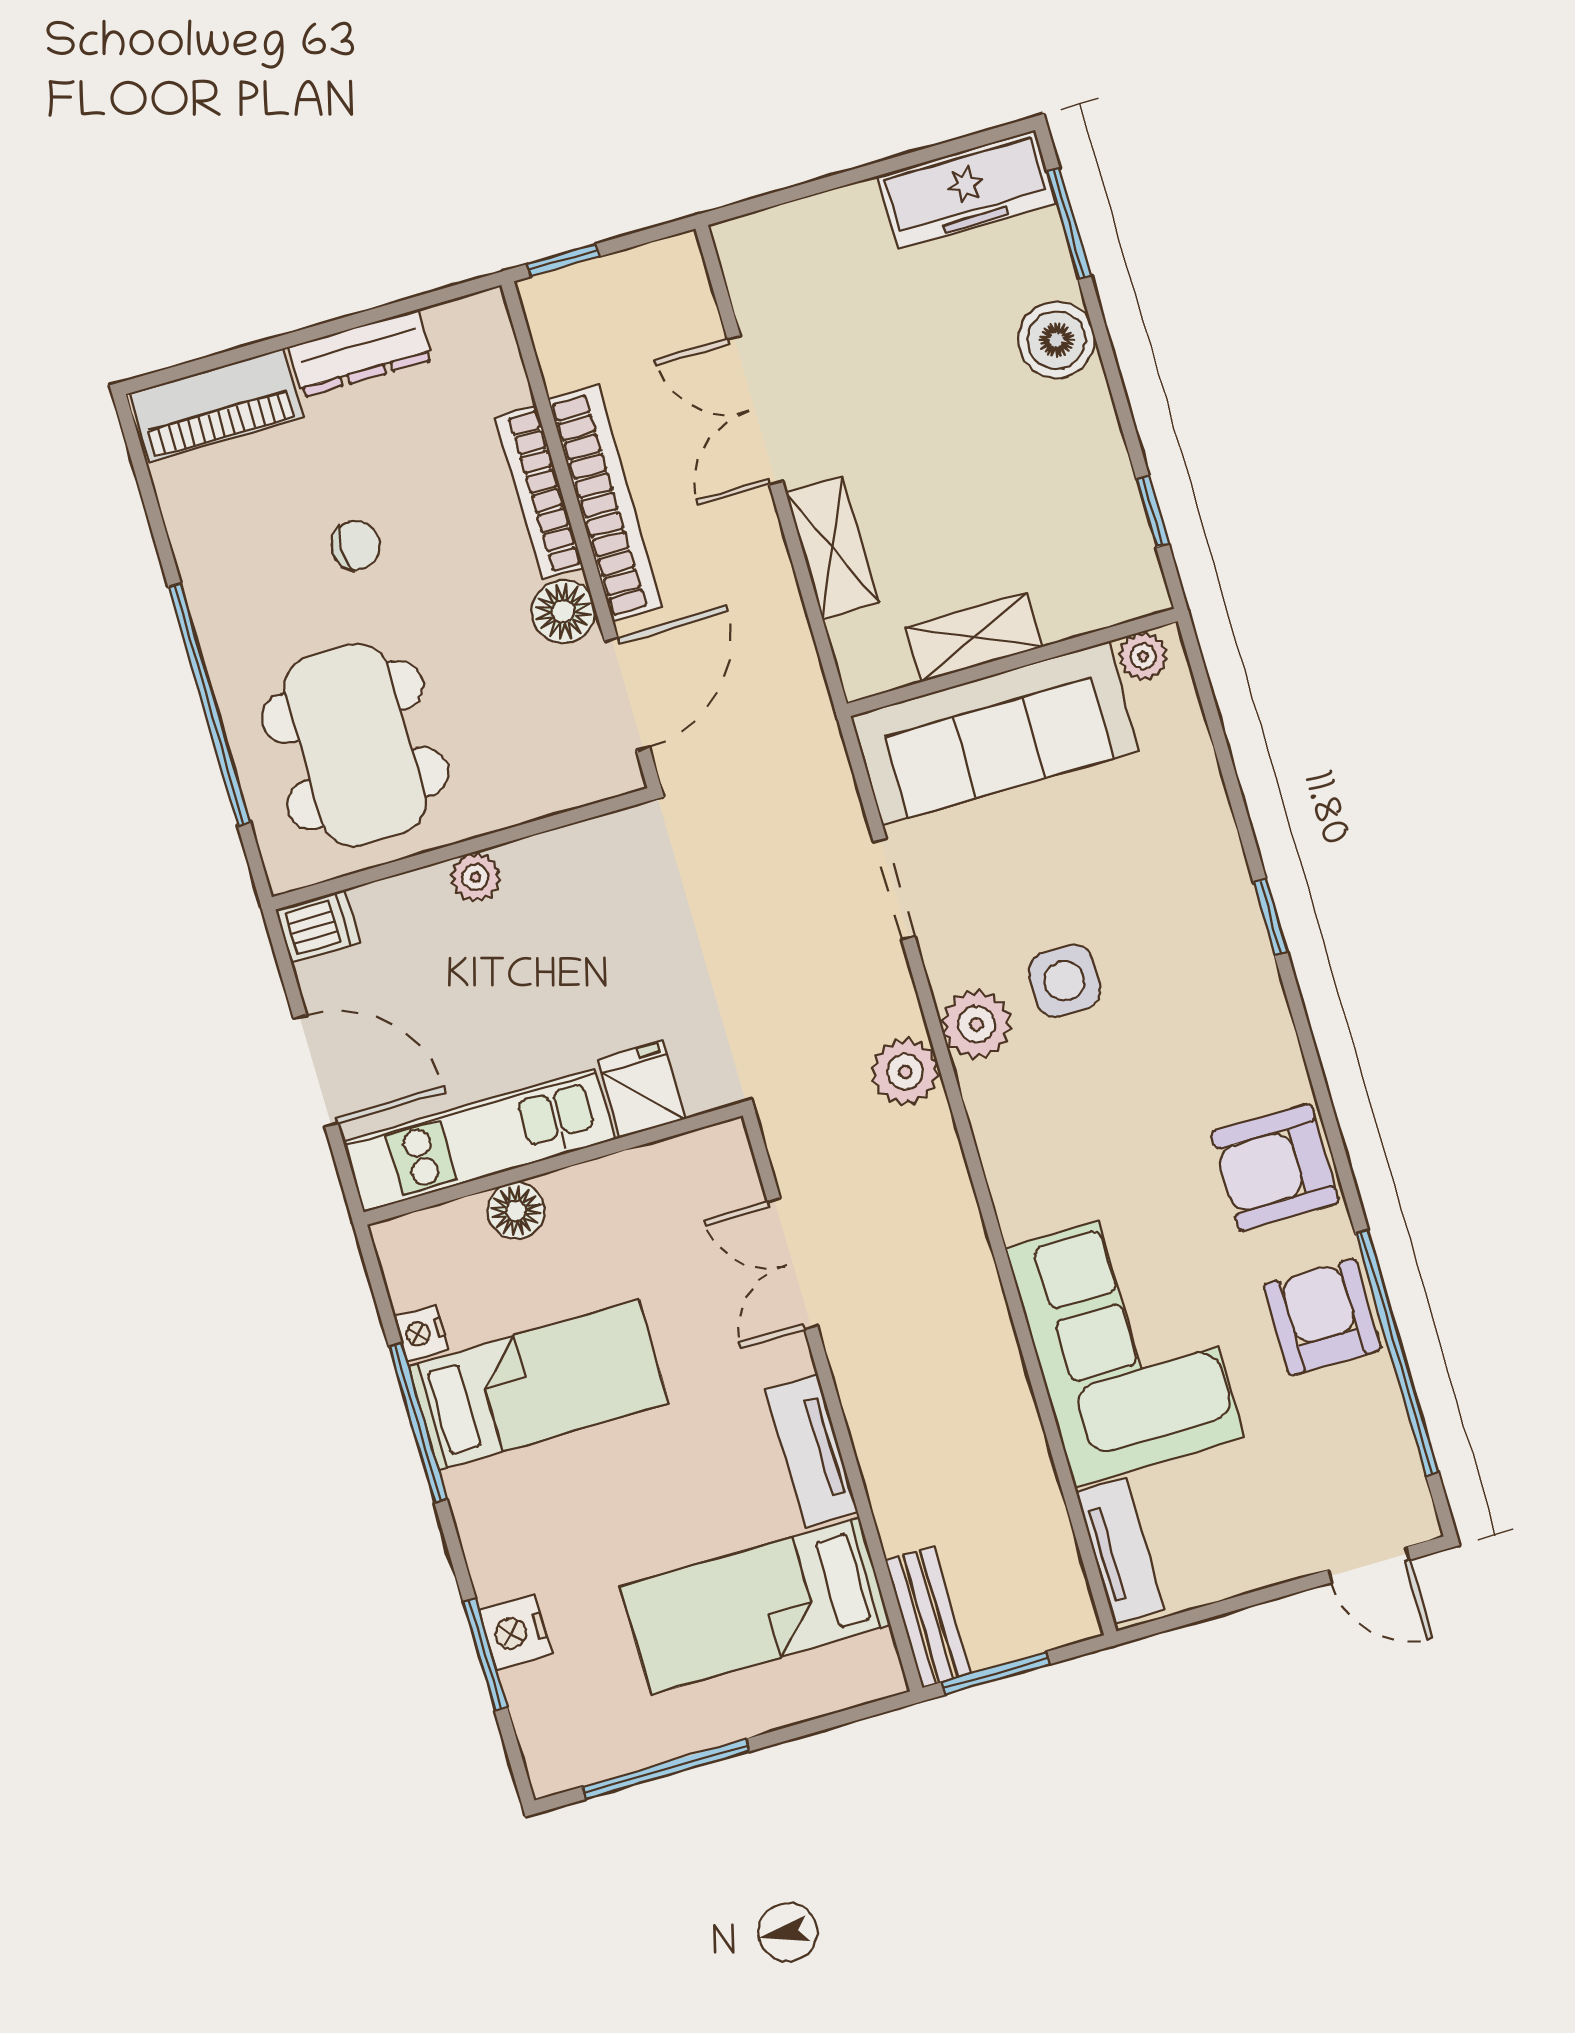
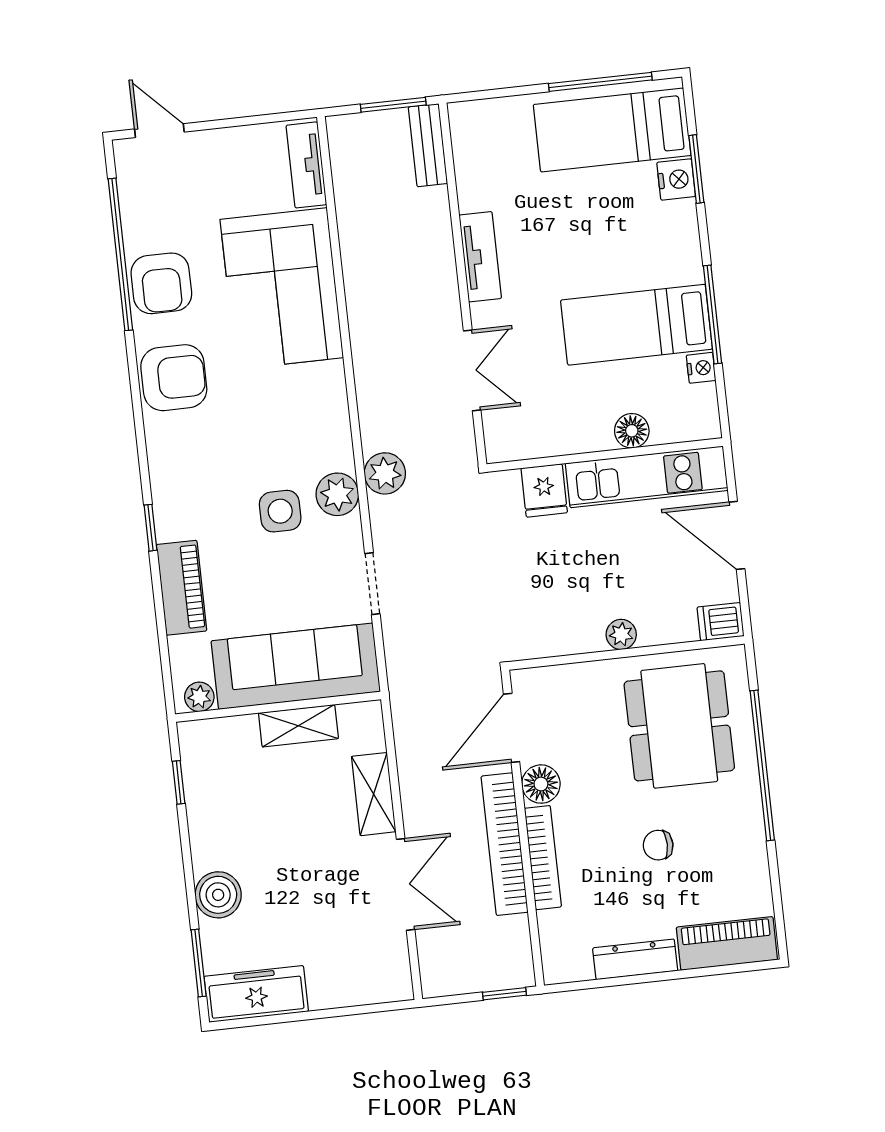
piano: (1203, 828) -> (182, 588), added
bed: (755, 1606) -> (612, 130), moved, turned 180

